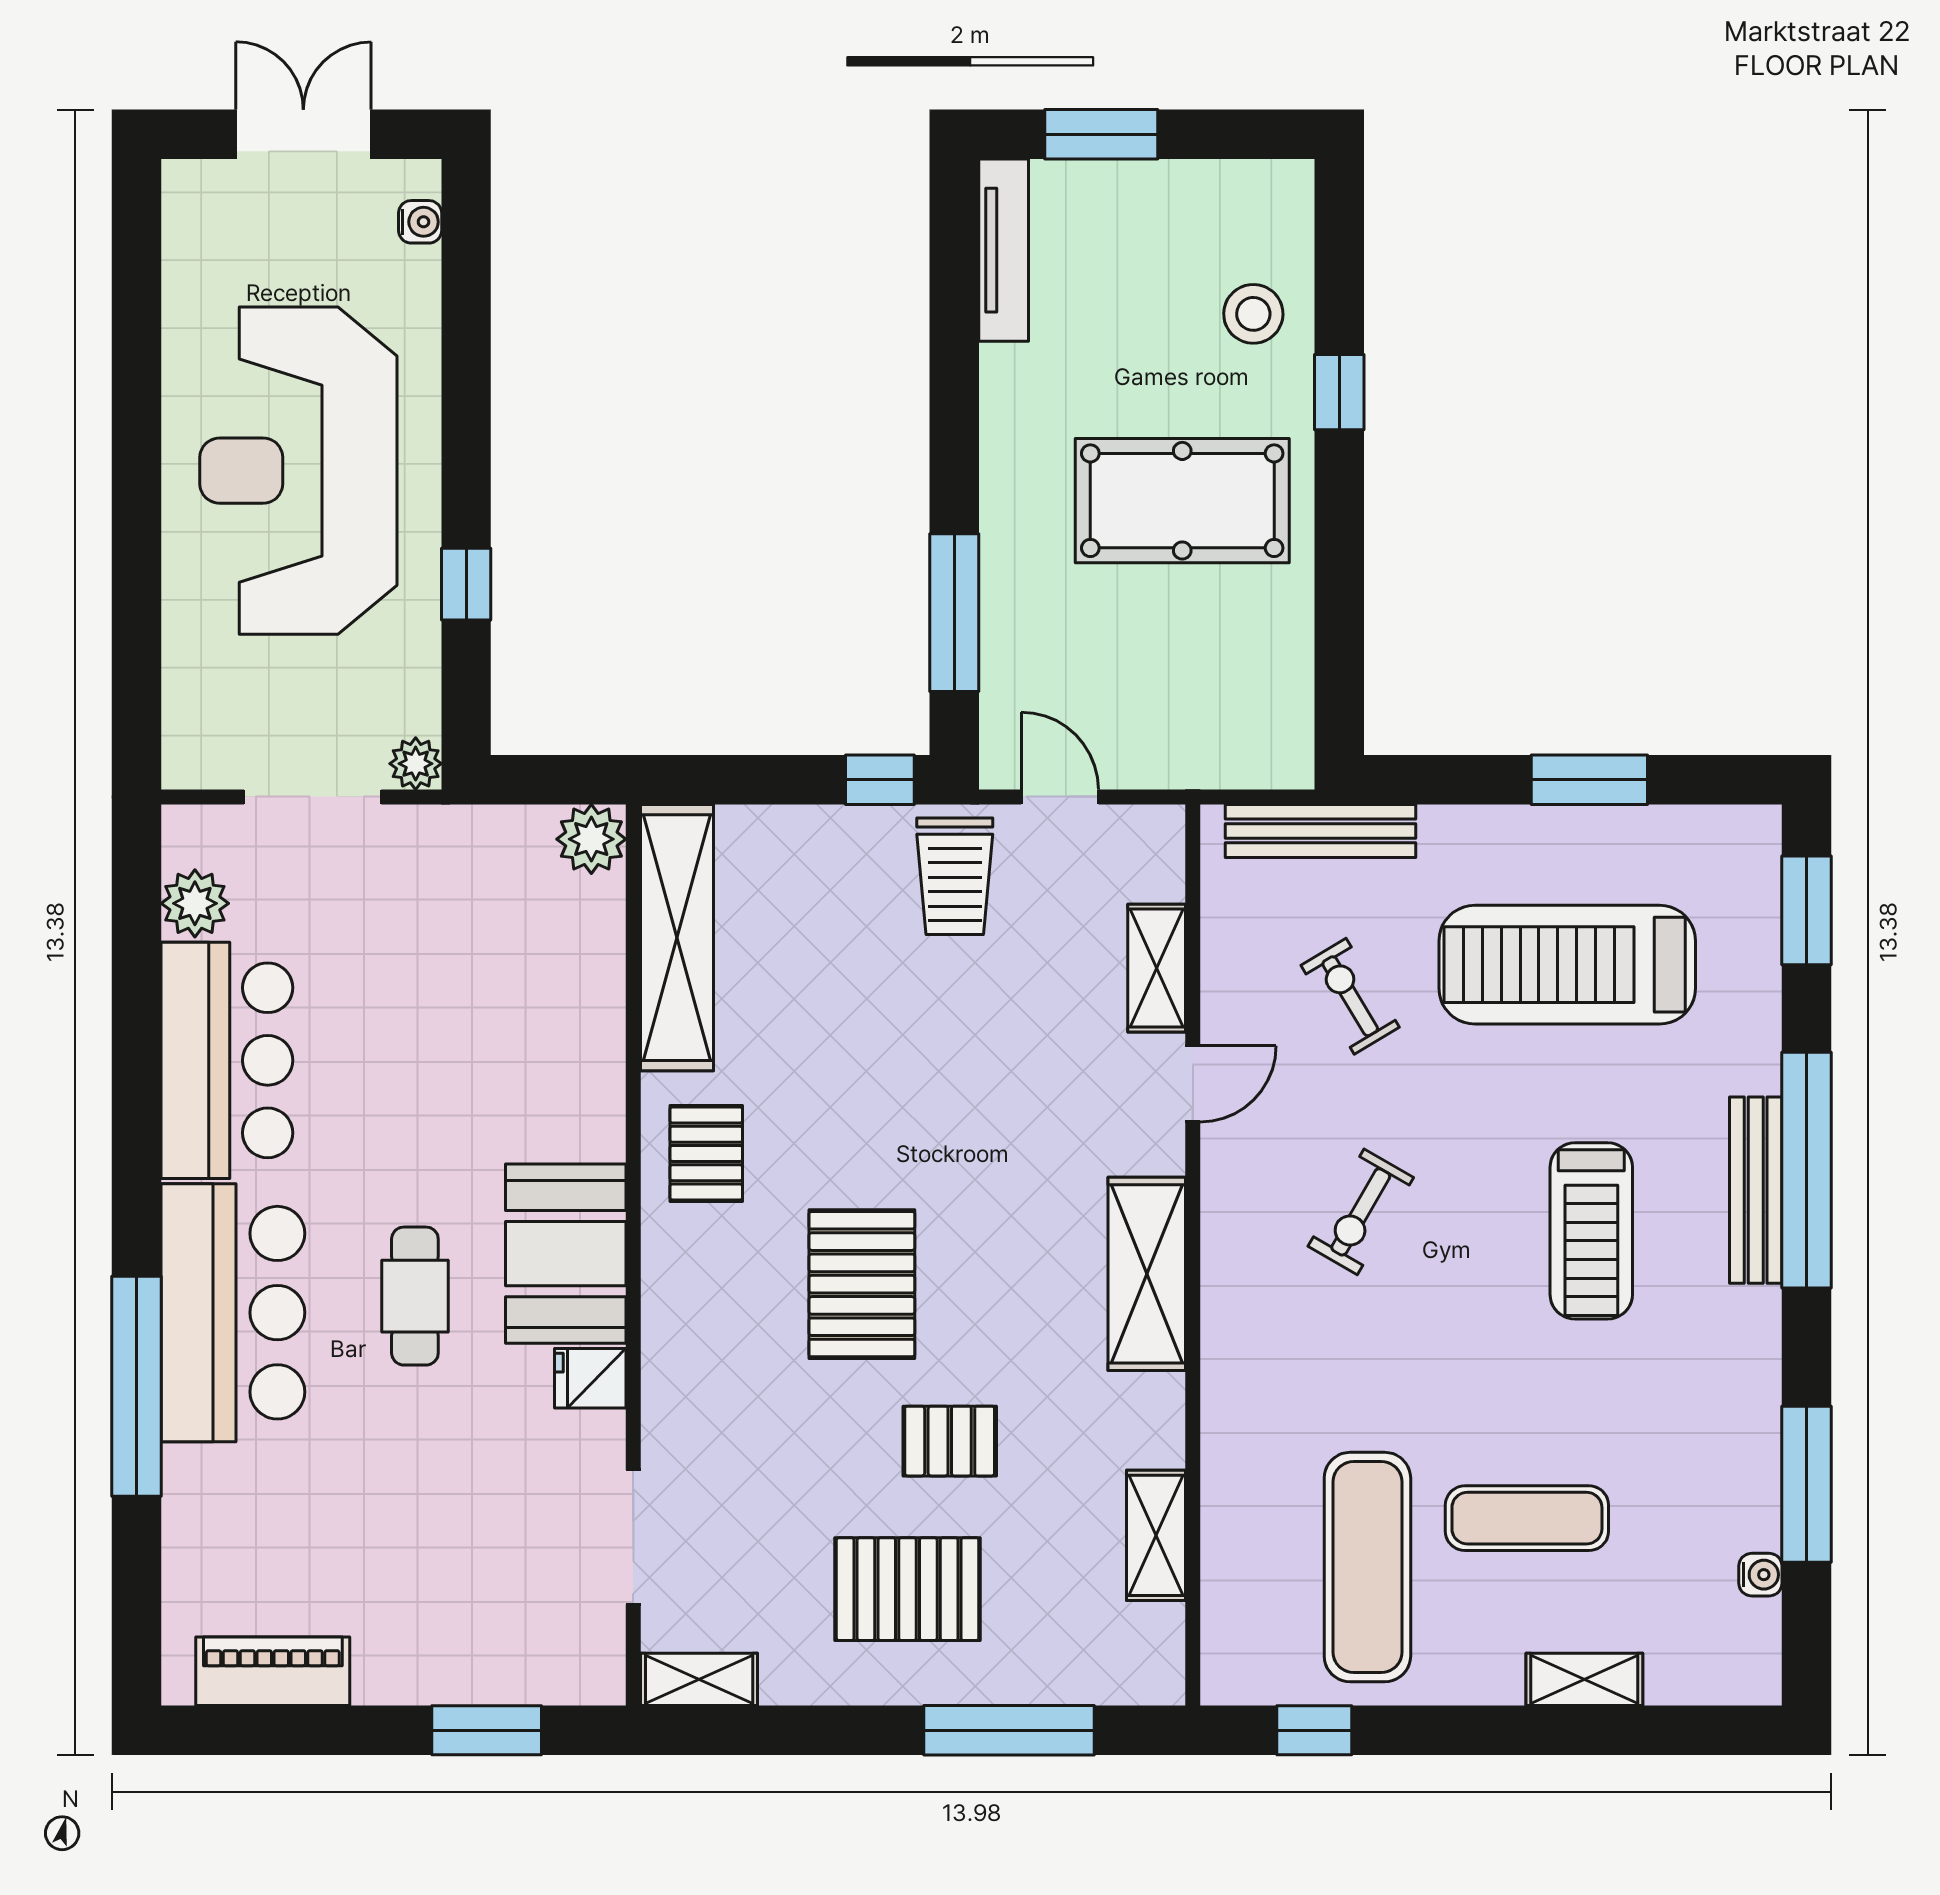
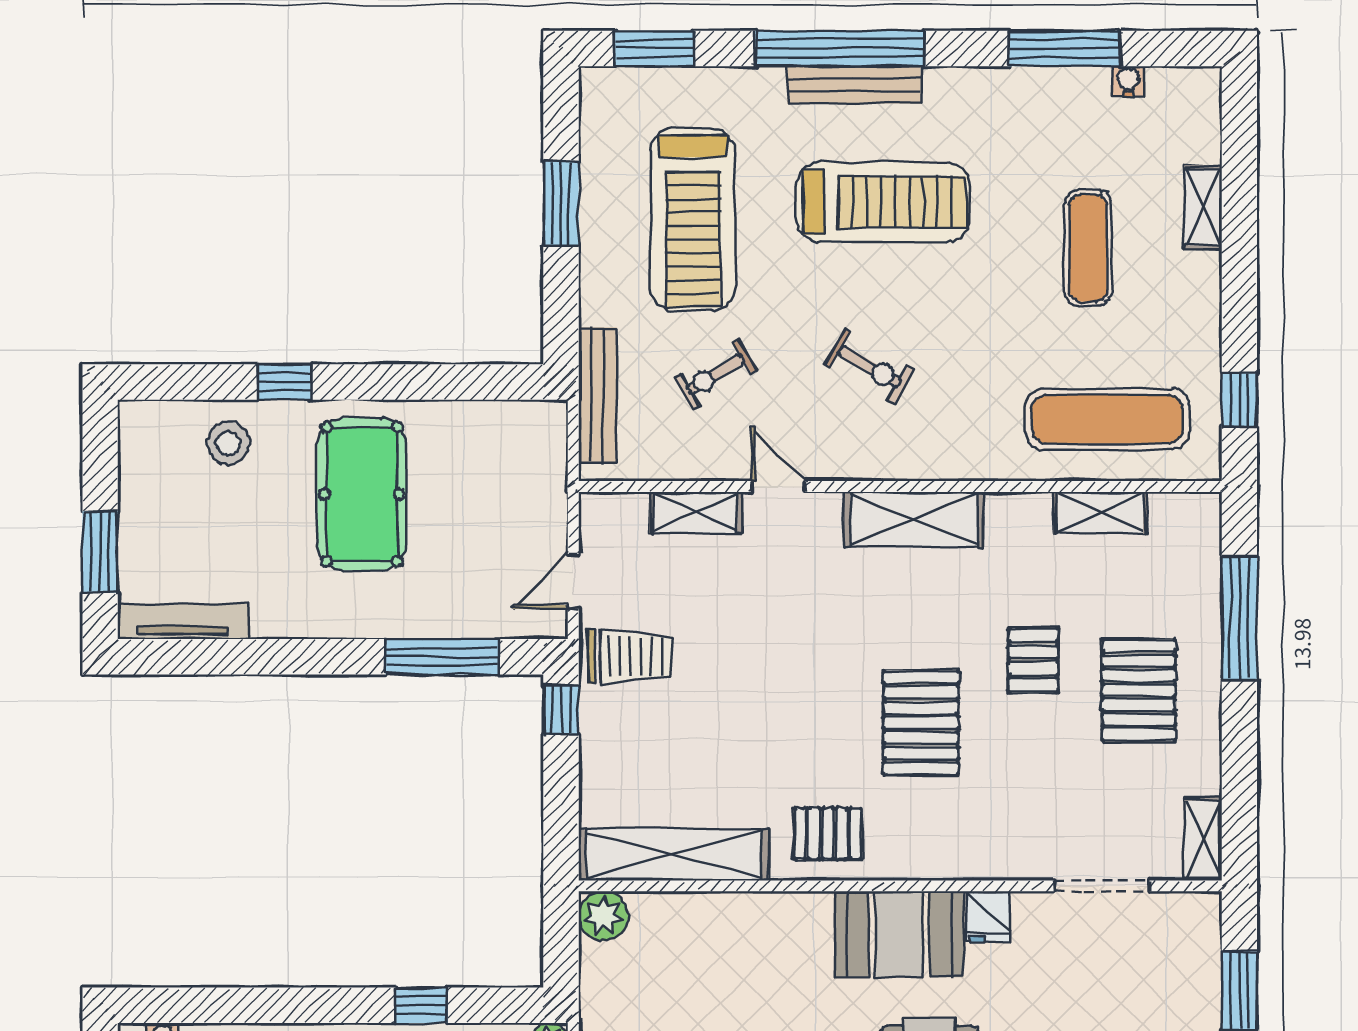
treadmill: (1591, 1231) -> (883, 202), width x1.37, depth x1.38
pallet: (862, 1284) -> (921, 723), turned 90
exercise mat: (1367, 1567) -> (1107, 419), moved

